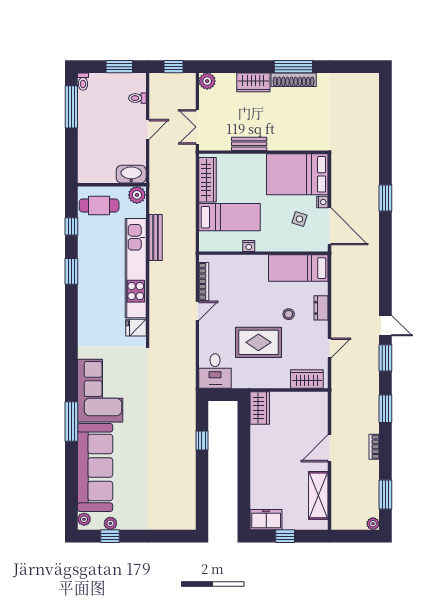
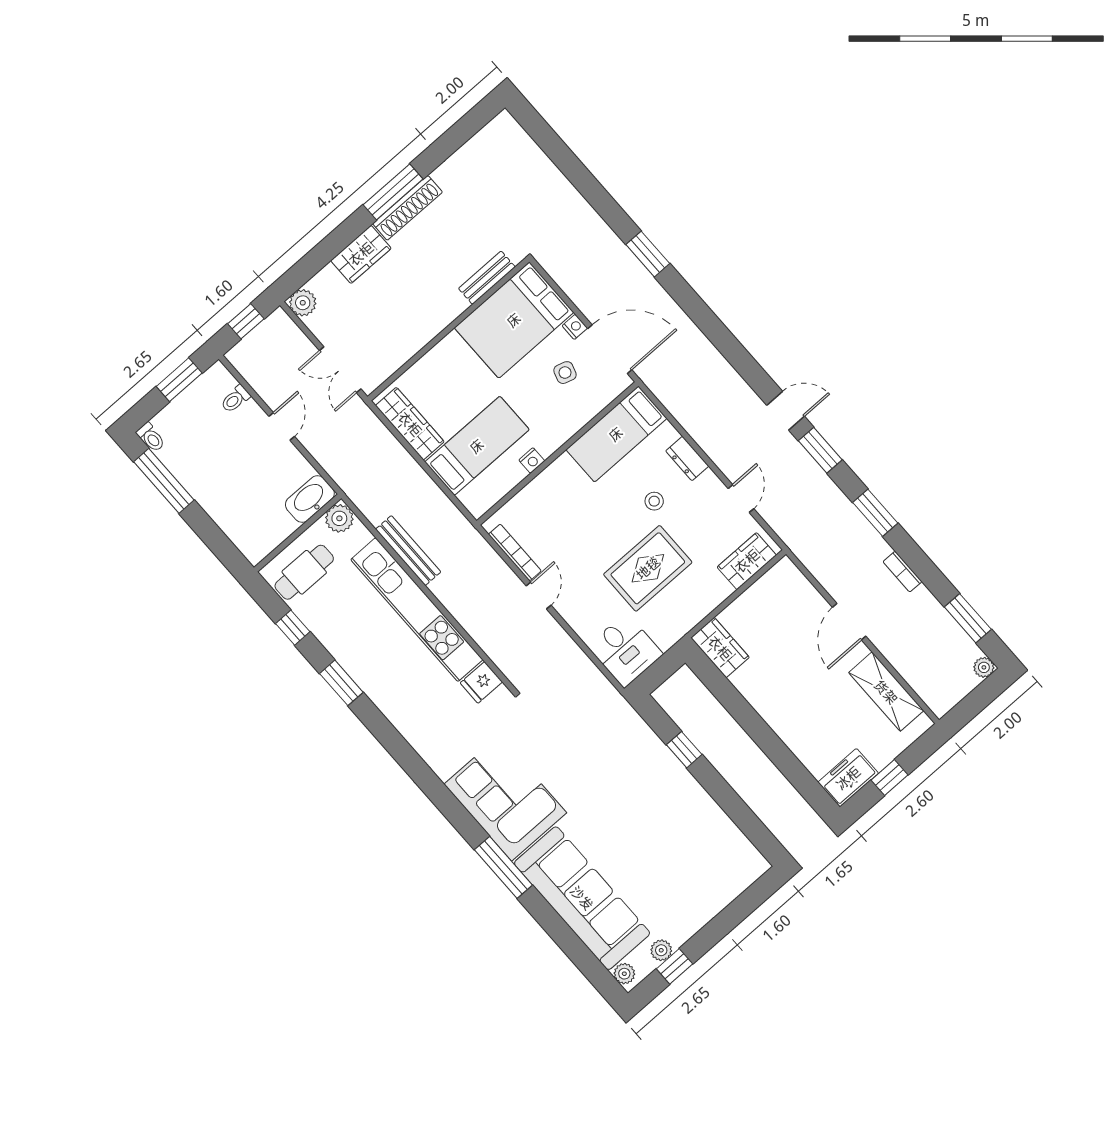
bench: (249, 144) -> (487, 278), moved

